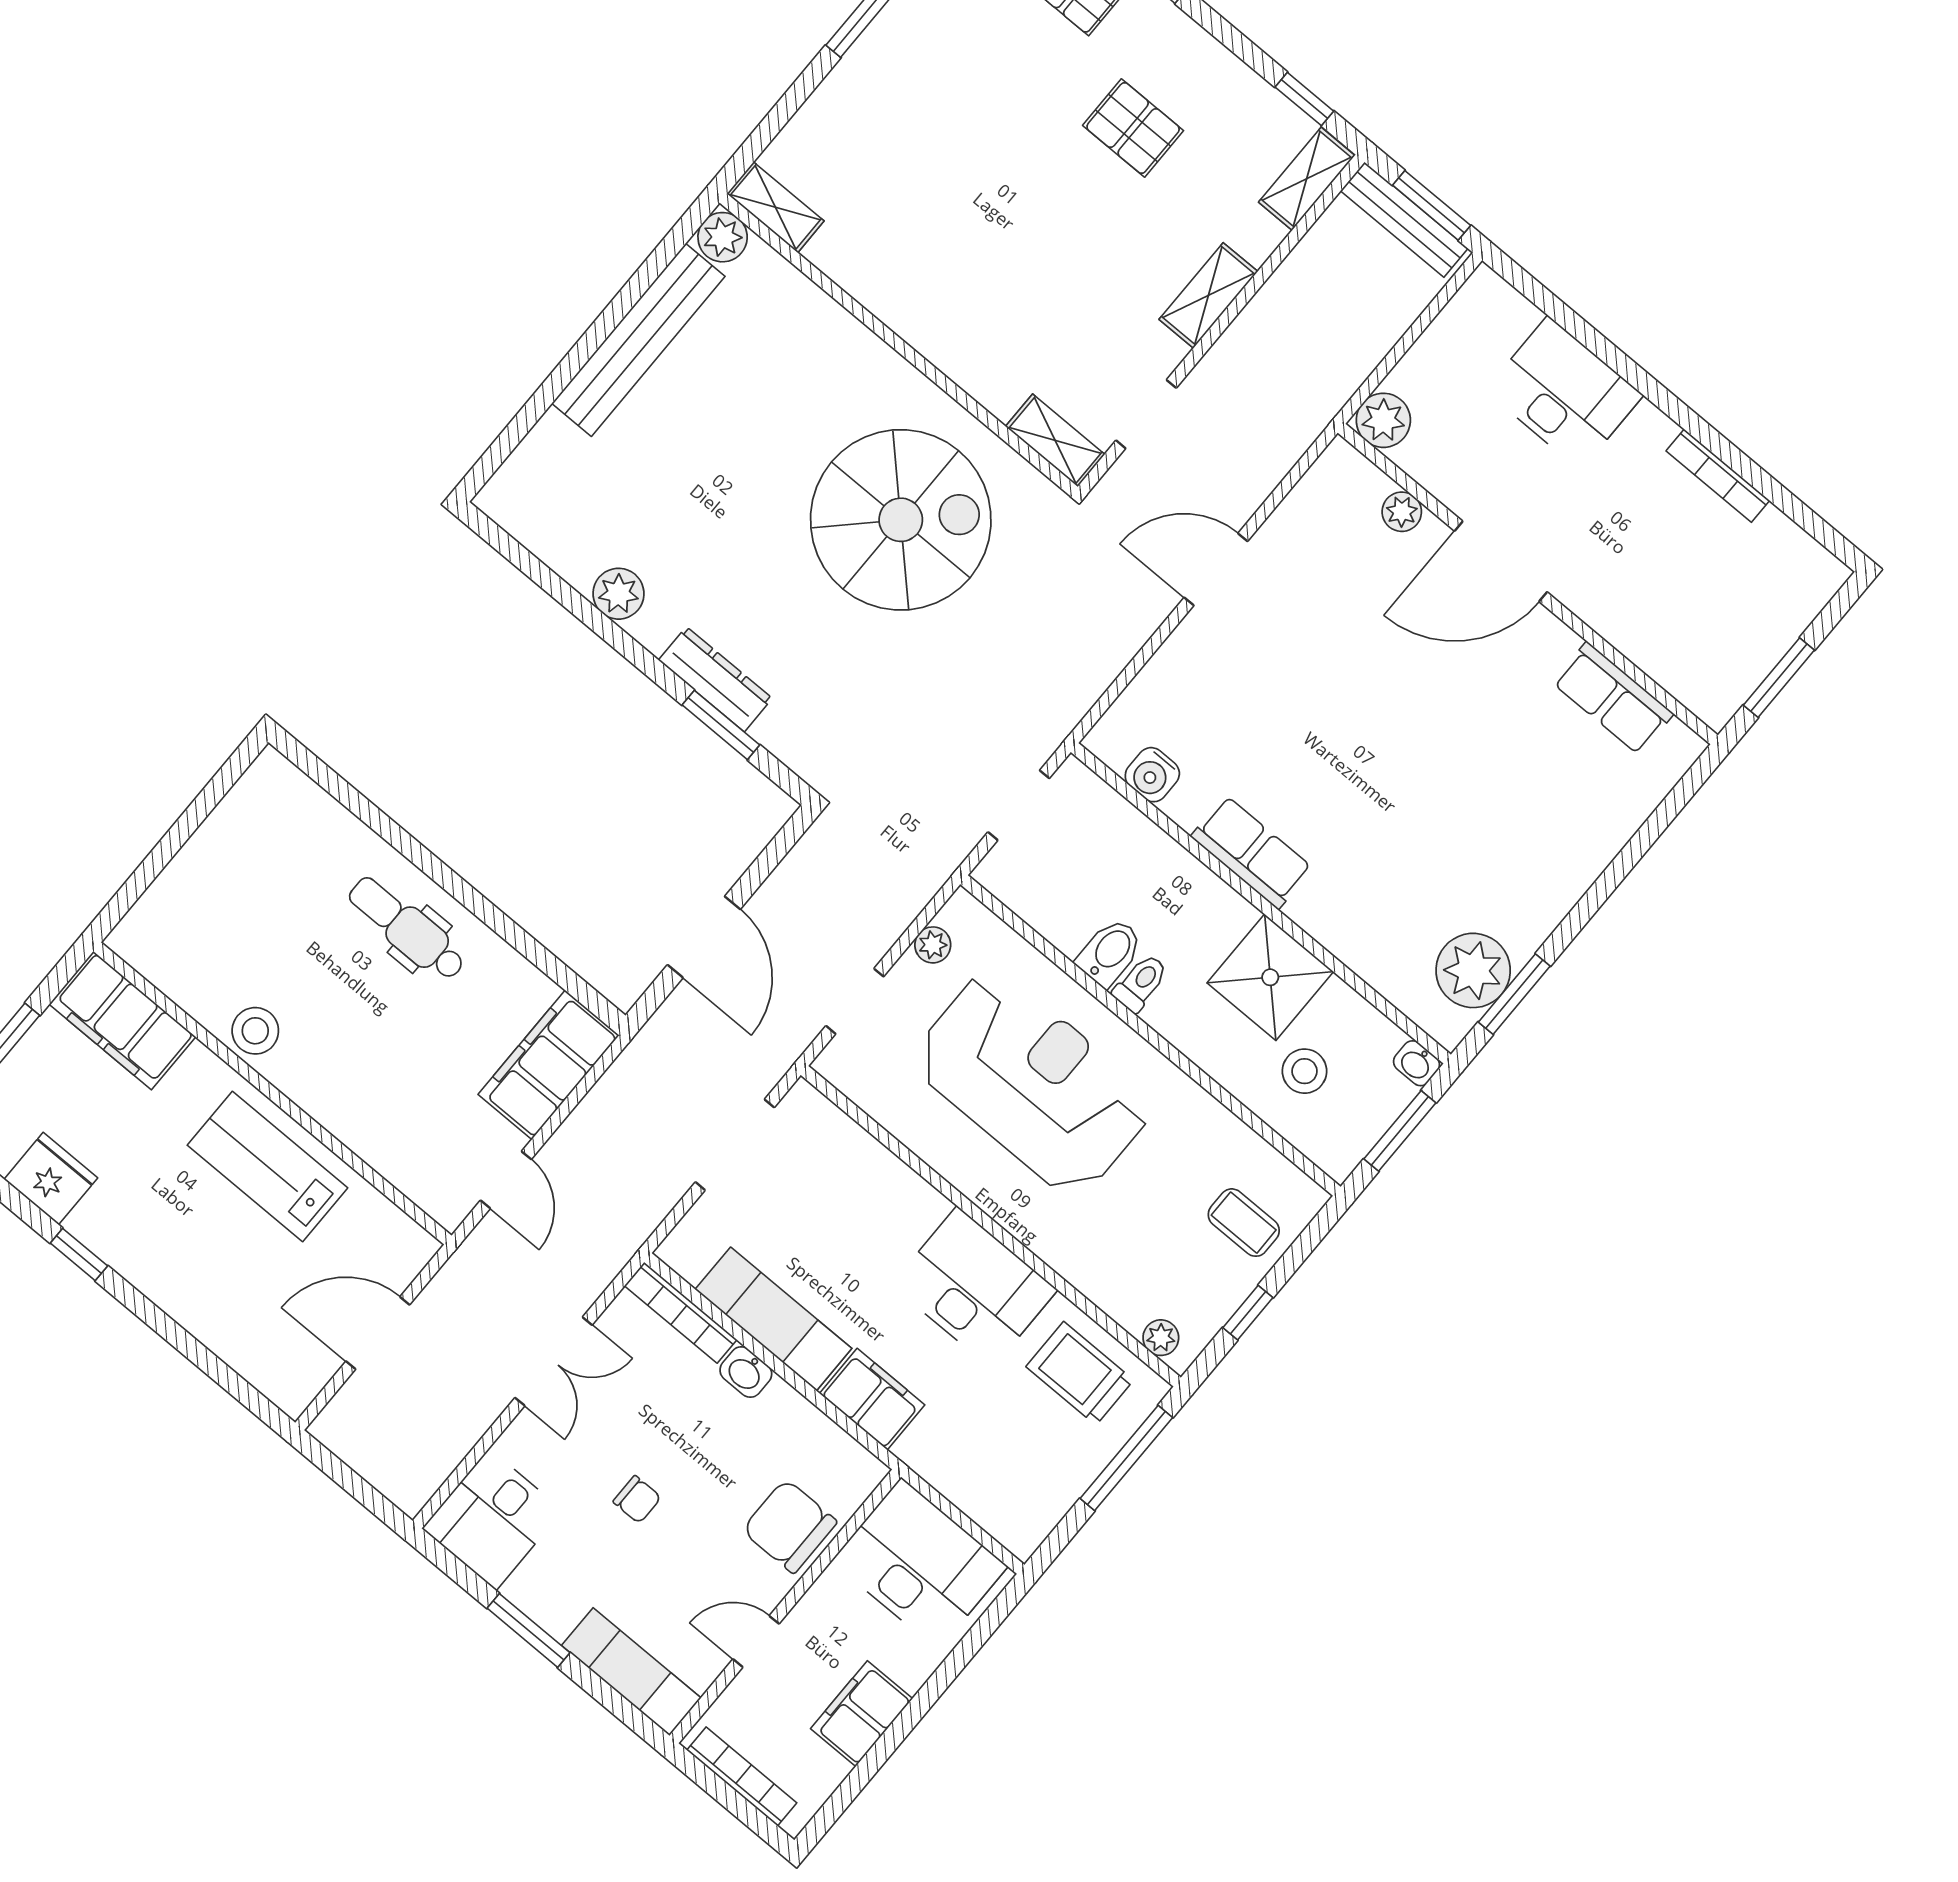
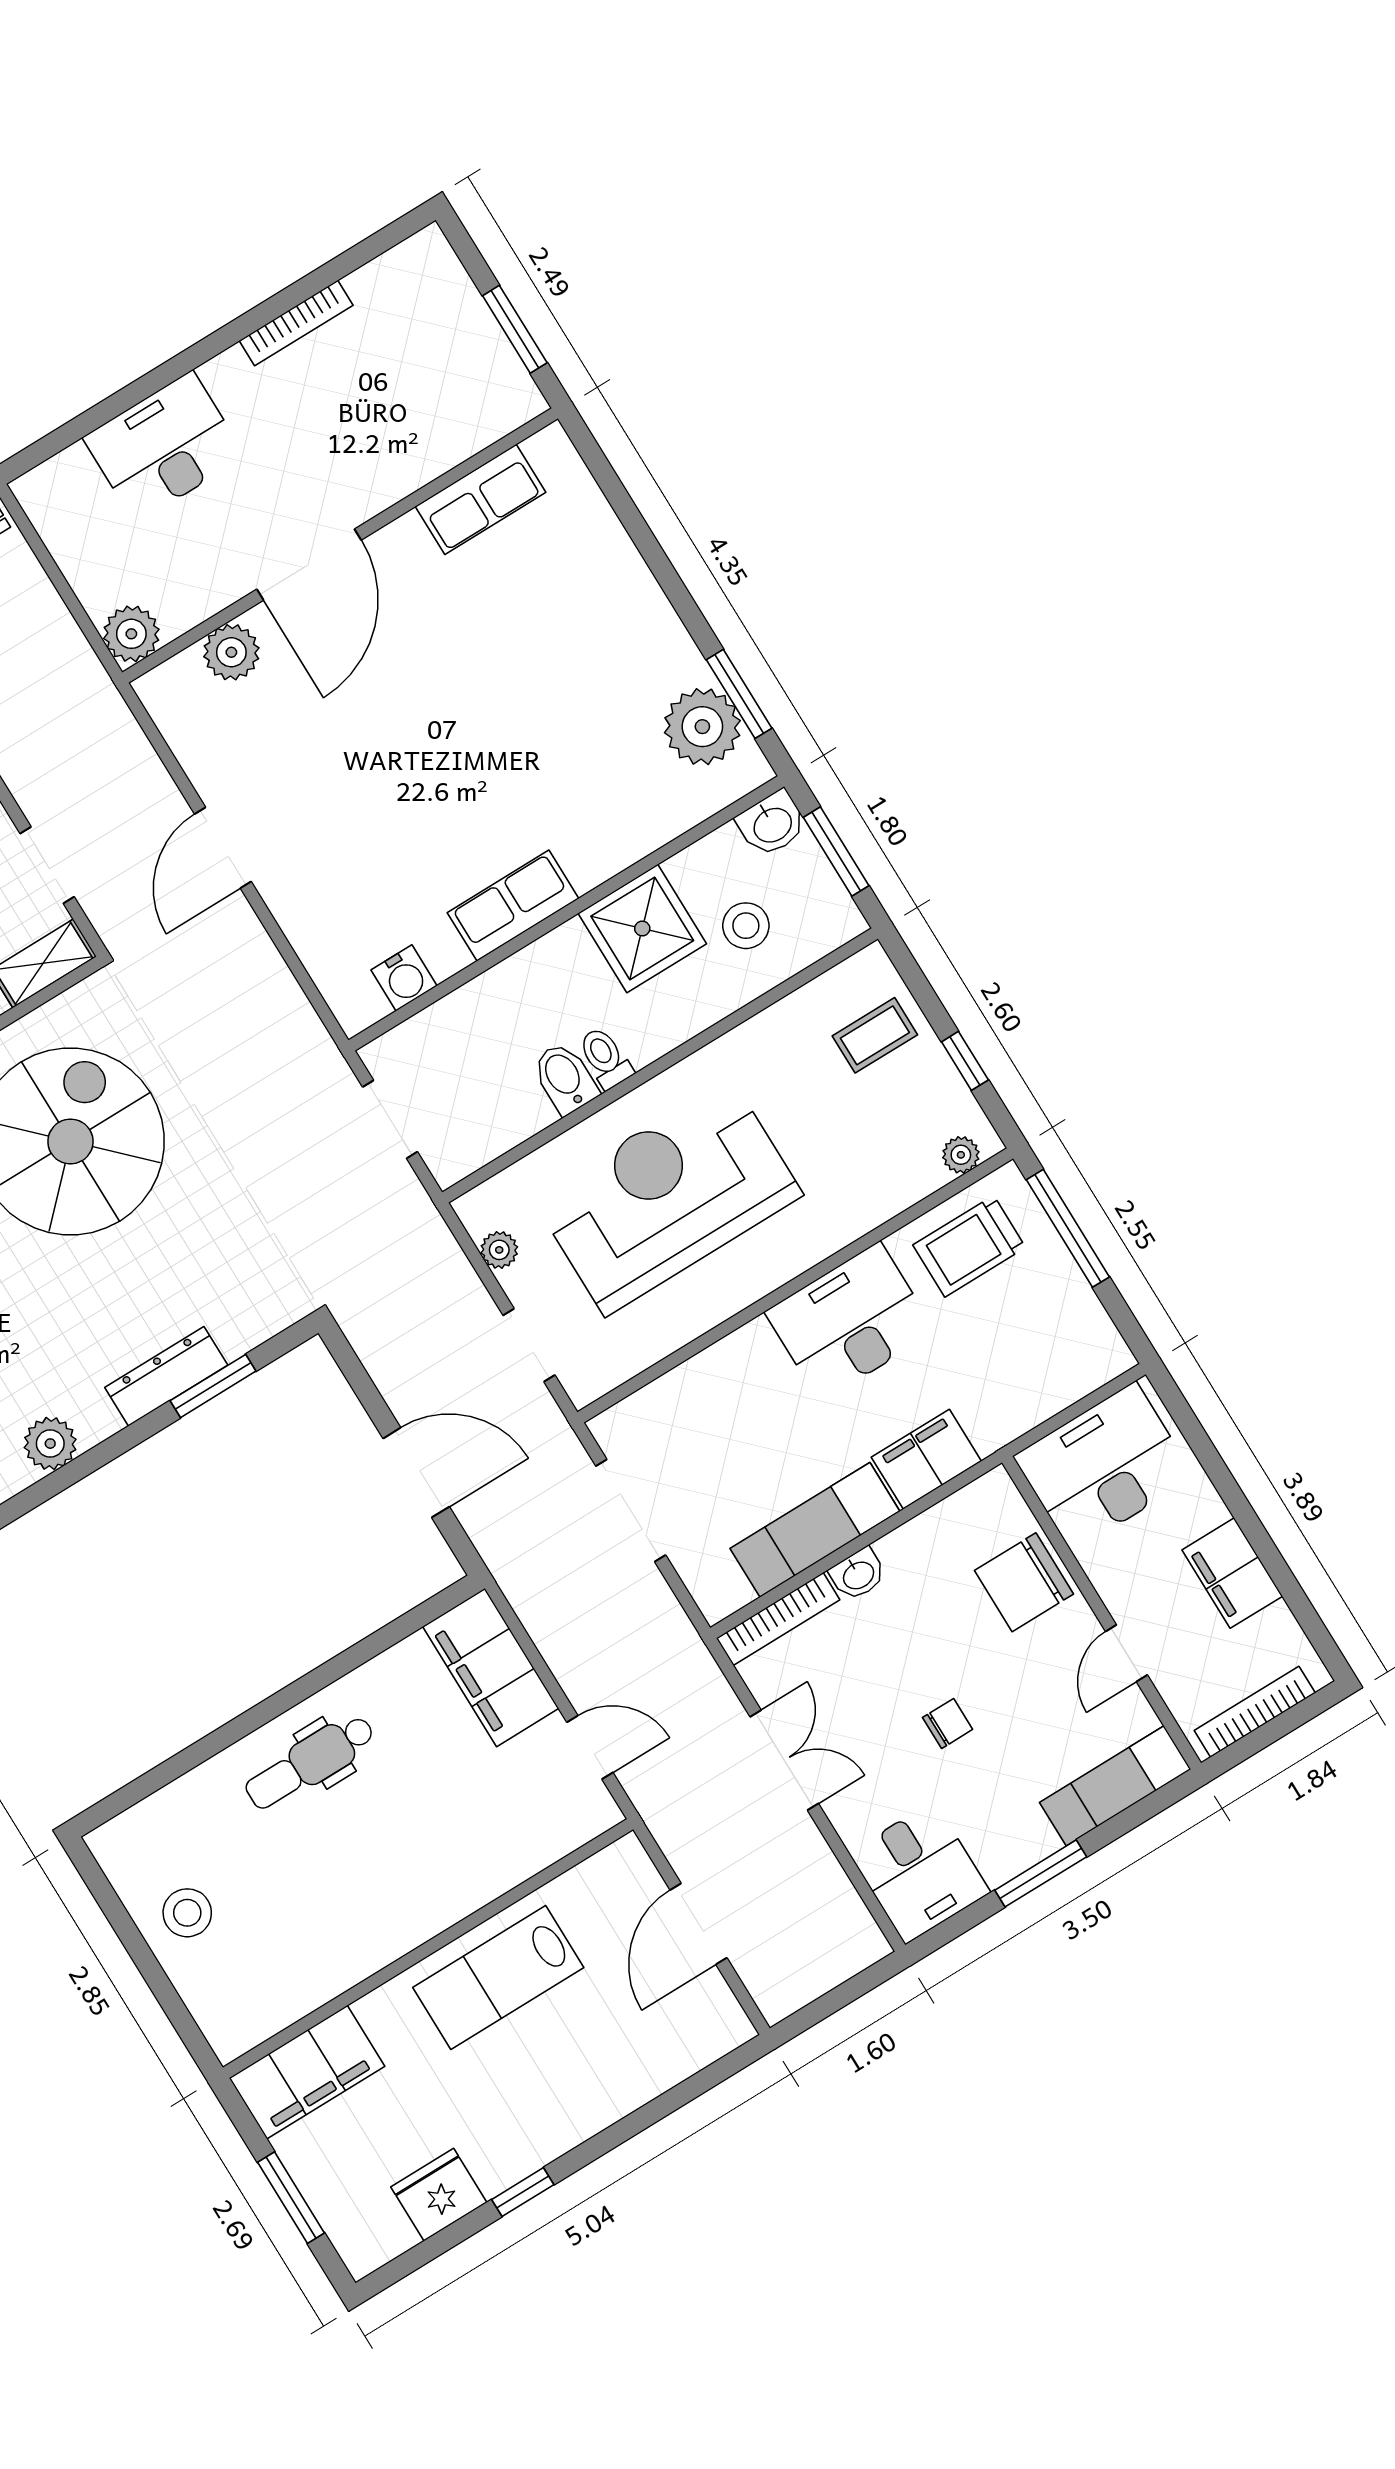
plant: (1402, 512) -> (231, 652), width x1.38, depth x1.38
stool: (255, 1031) -> (187, 1913), moved
washbasin: (1417, 1063) -> (772, 824), width x1.38, depth x1.45

